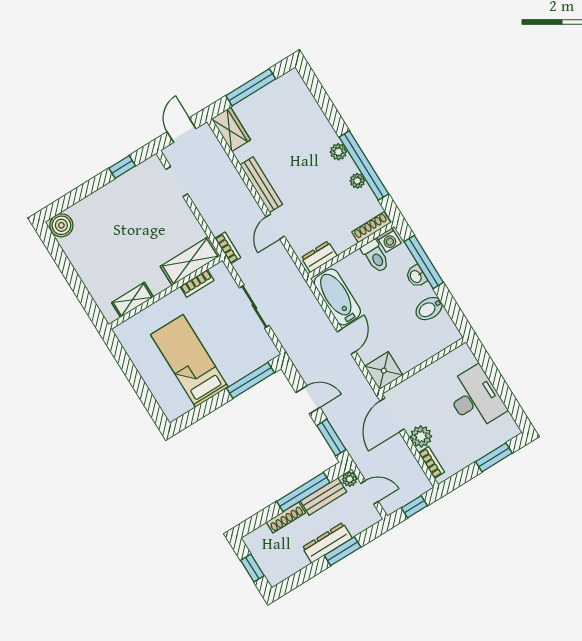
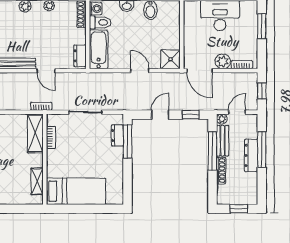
bathtub: (337, 297) -> (99, 50), moved, turned 90
bed: (189, 361) -> (76, 191), moved, turned 180
dresser: (250, 363) -> (117, 135), added
window: (331, 438) -> (191, 115), width x0.67
window: (343, 551) -> (262, 149), width x1.44

